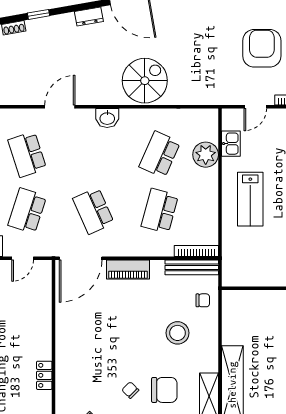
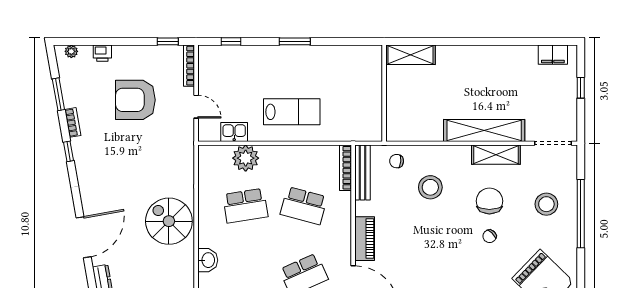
school desk: (160, 154) -> (245, 206), turned -33
chair: (203, 300) -> (397, 161), turned -85

